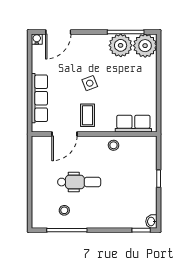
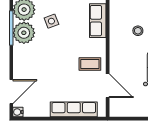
door: (58, 32) -> (11, 92), hinge flipped
side table: (90, 83) -> (51, 21), moved
stool: (114, 145) -> (138, 31), moved

